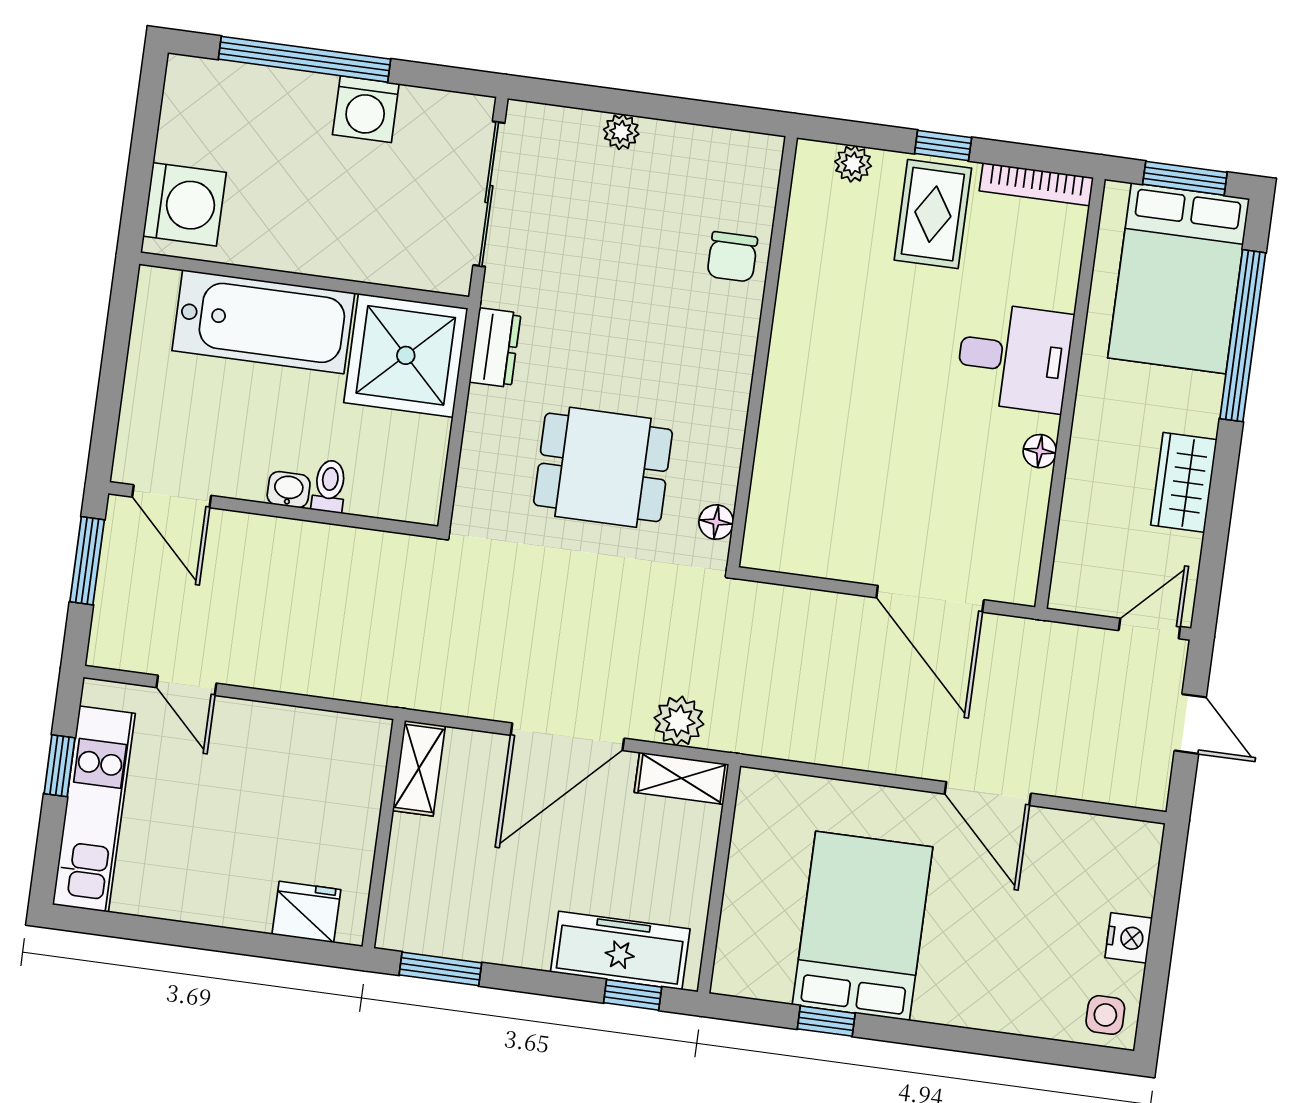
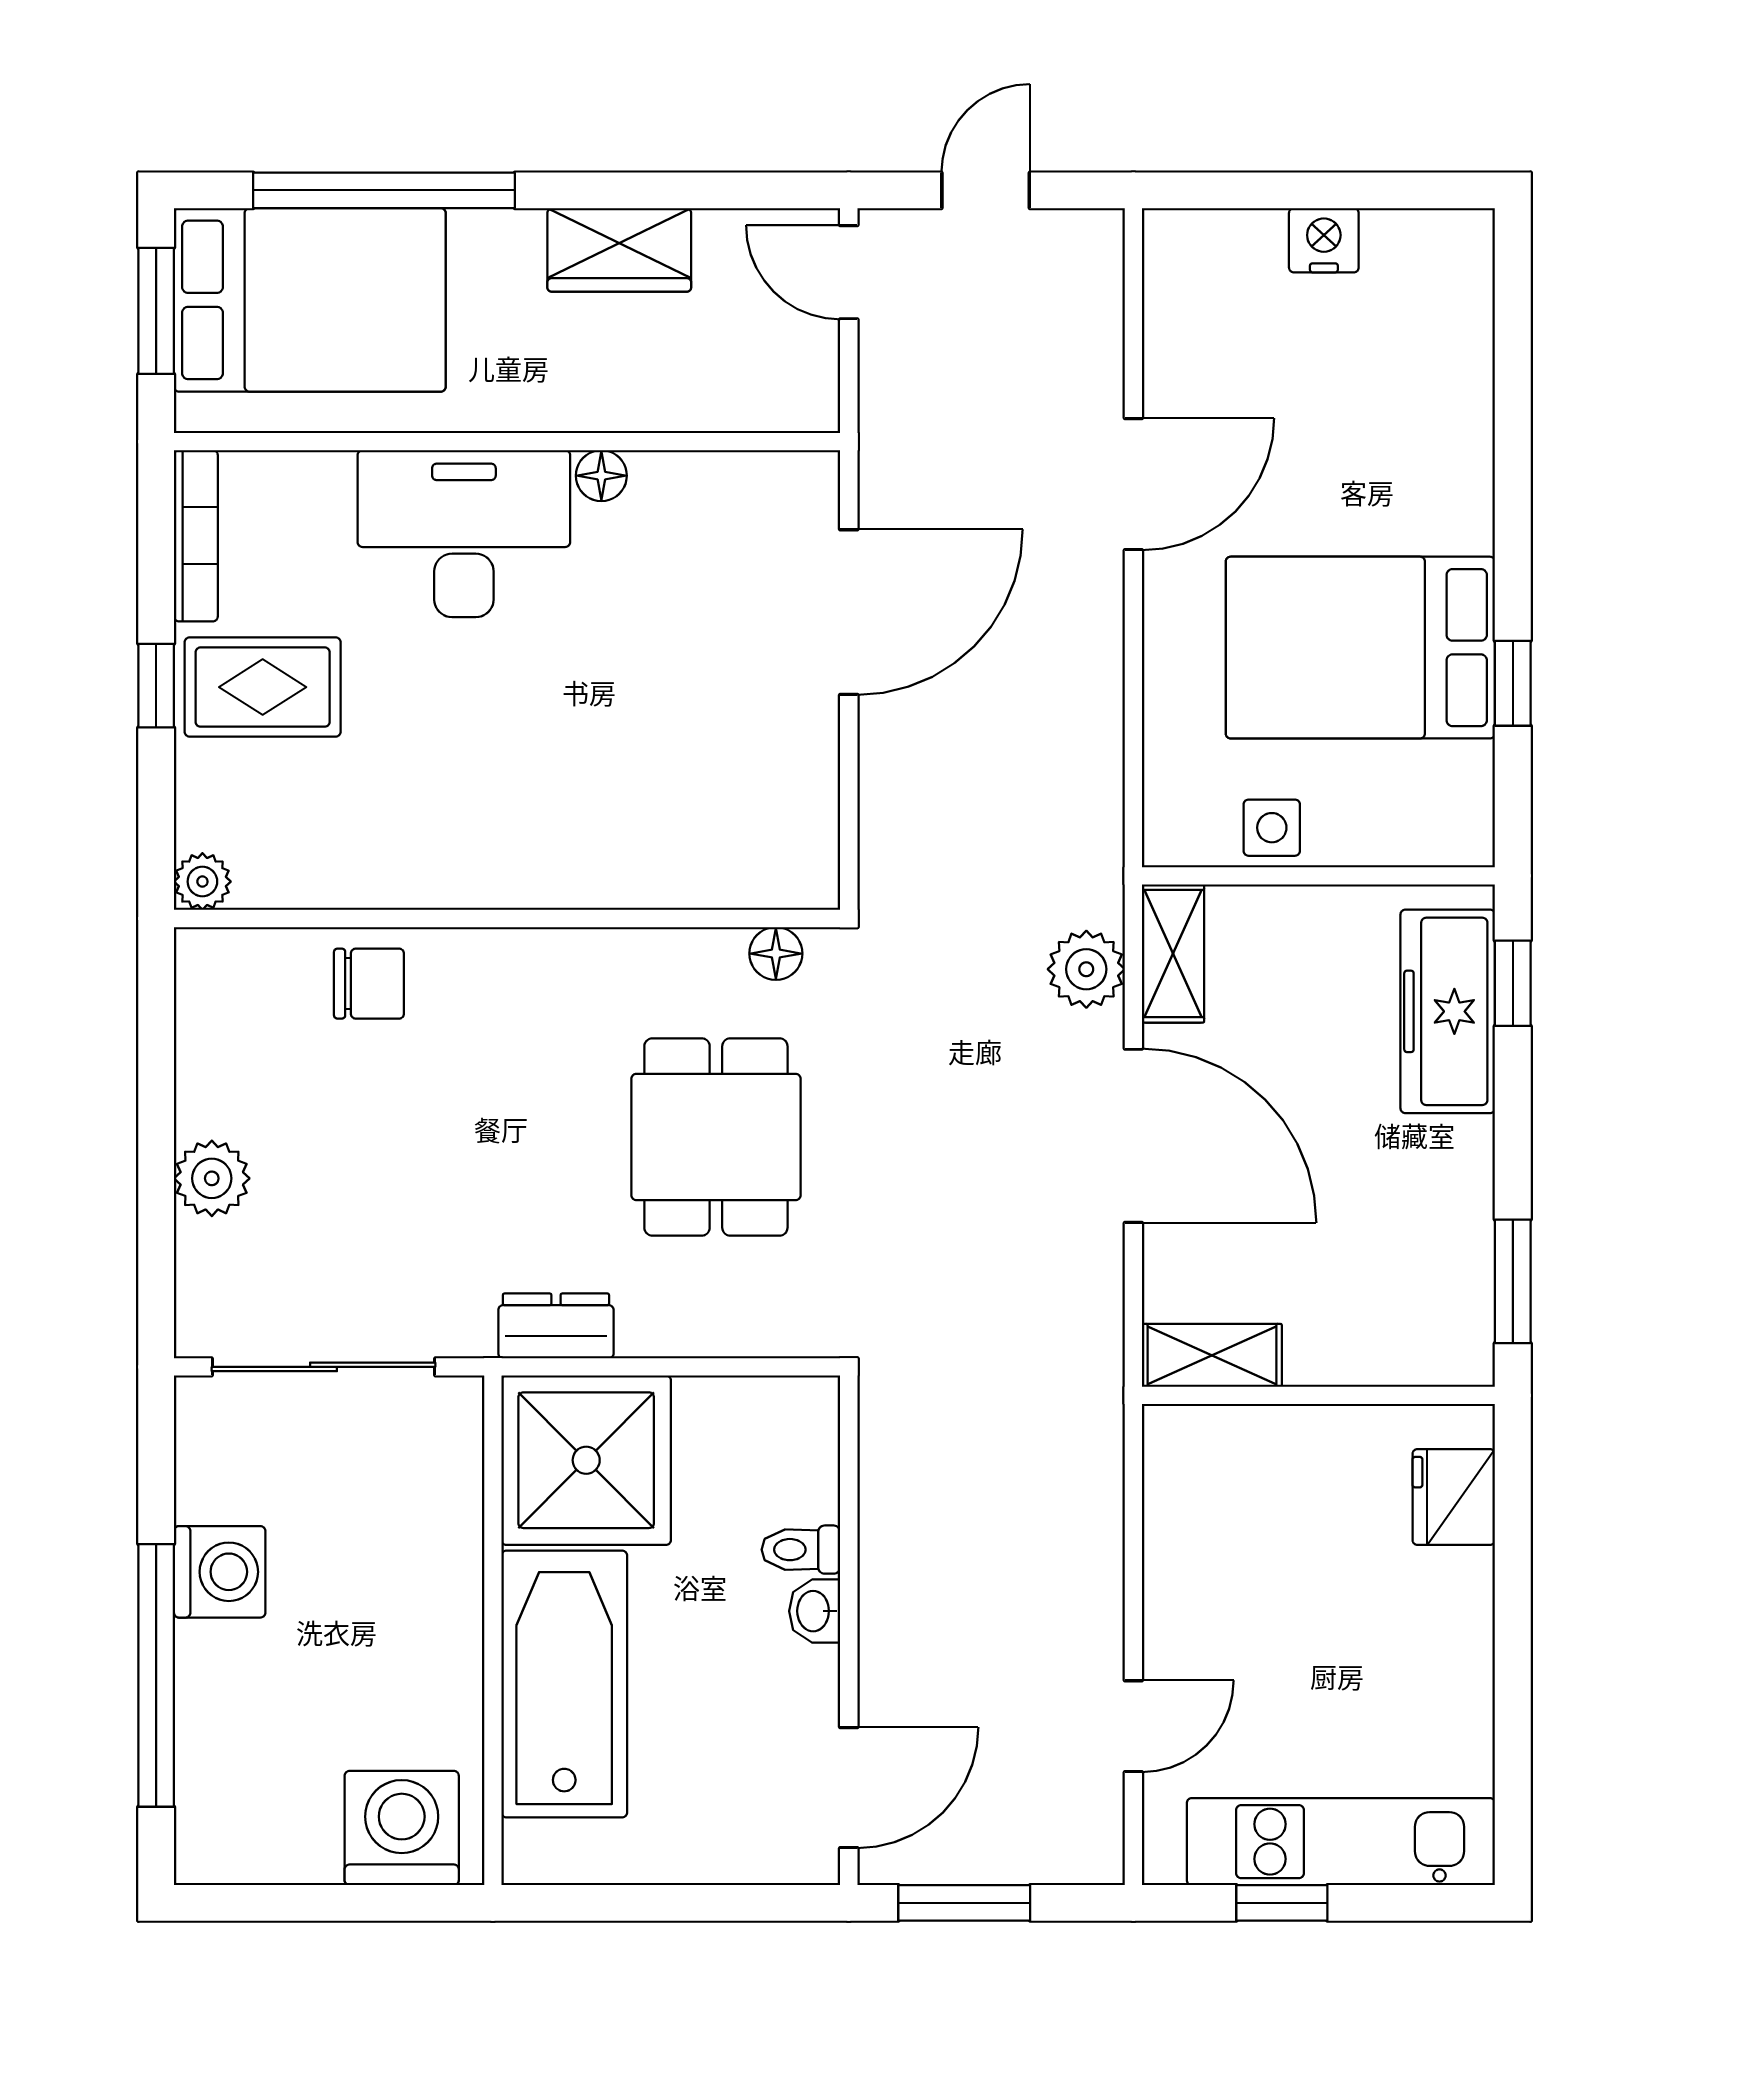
plant: (621, 132) -> (212, 1178), width x1.38, depth x1.38
plant: (853, 164) -> (202, 882), moved
desk: (1014, 357) -> (464, 534), width x1.37
side table: (1105, 1015) -> (1272, 828), moved

